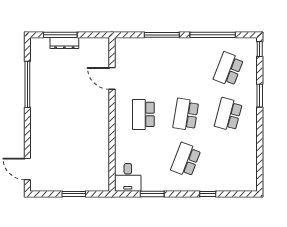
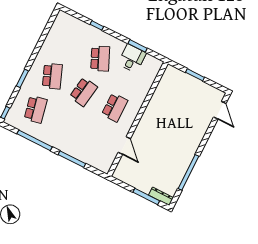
dresser: (64, 43) -> (161, 196), moved
school desk: (228, 69) -> (36, 109), turned -33
school desk: (228, 114) -> (52, 76), turned -36
school desk: (186, 160) -> (100, 59), turned -45
desk: (128, 177) -> (132, 58), moved

